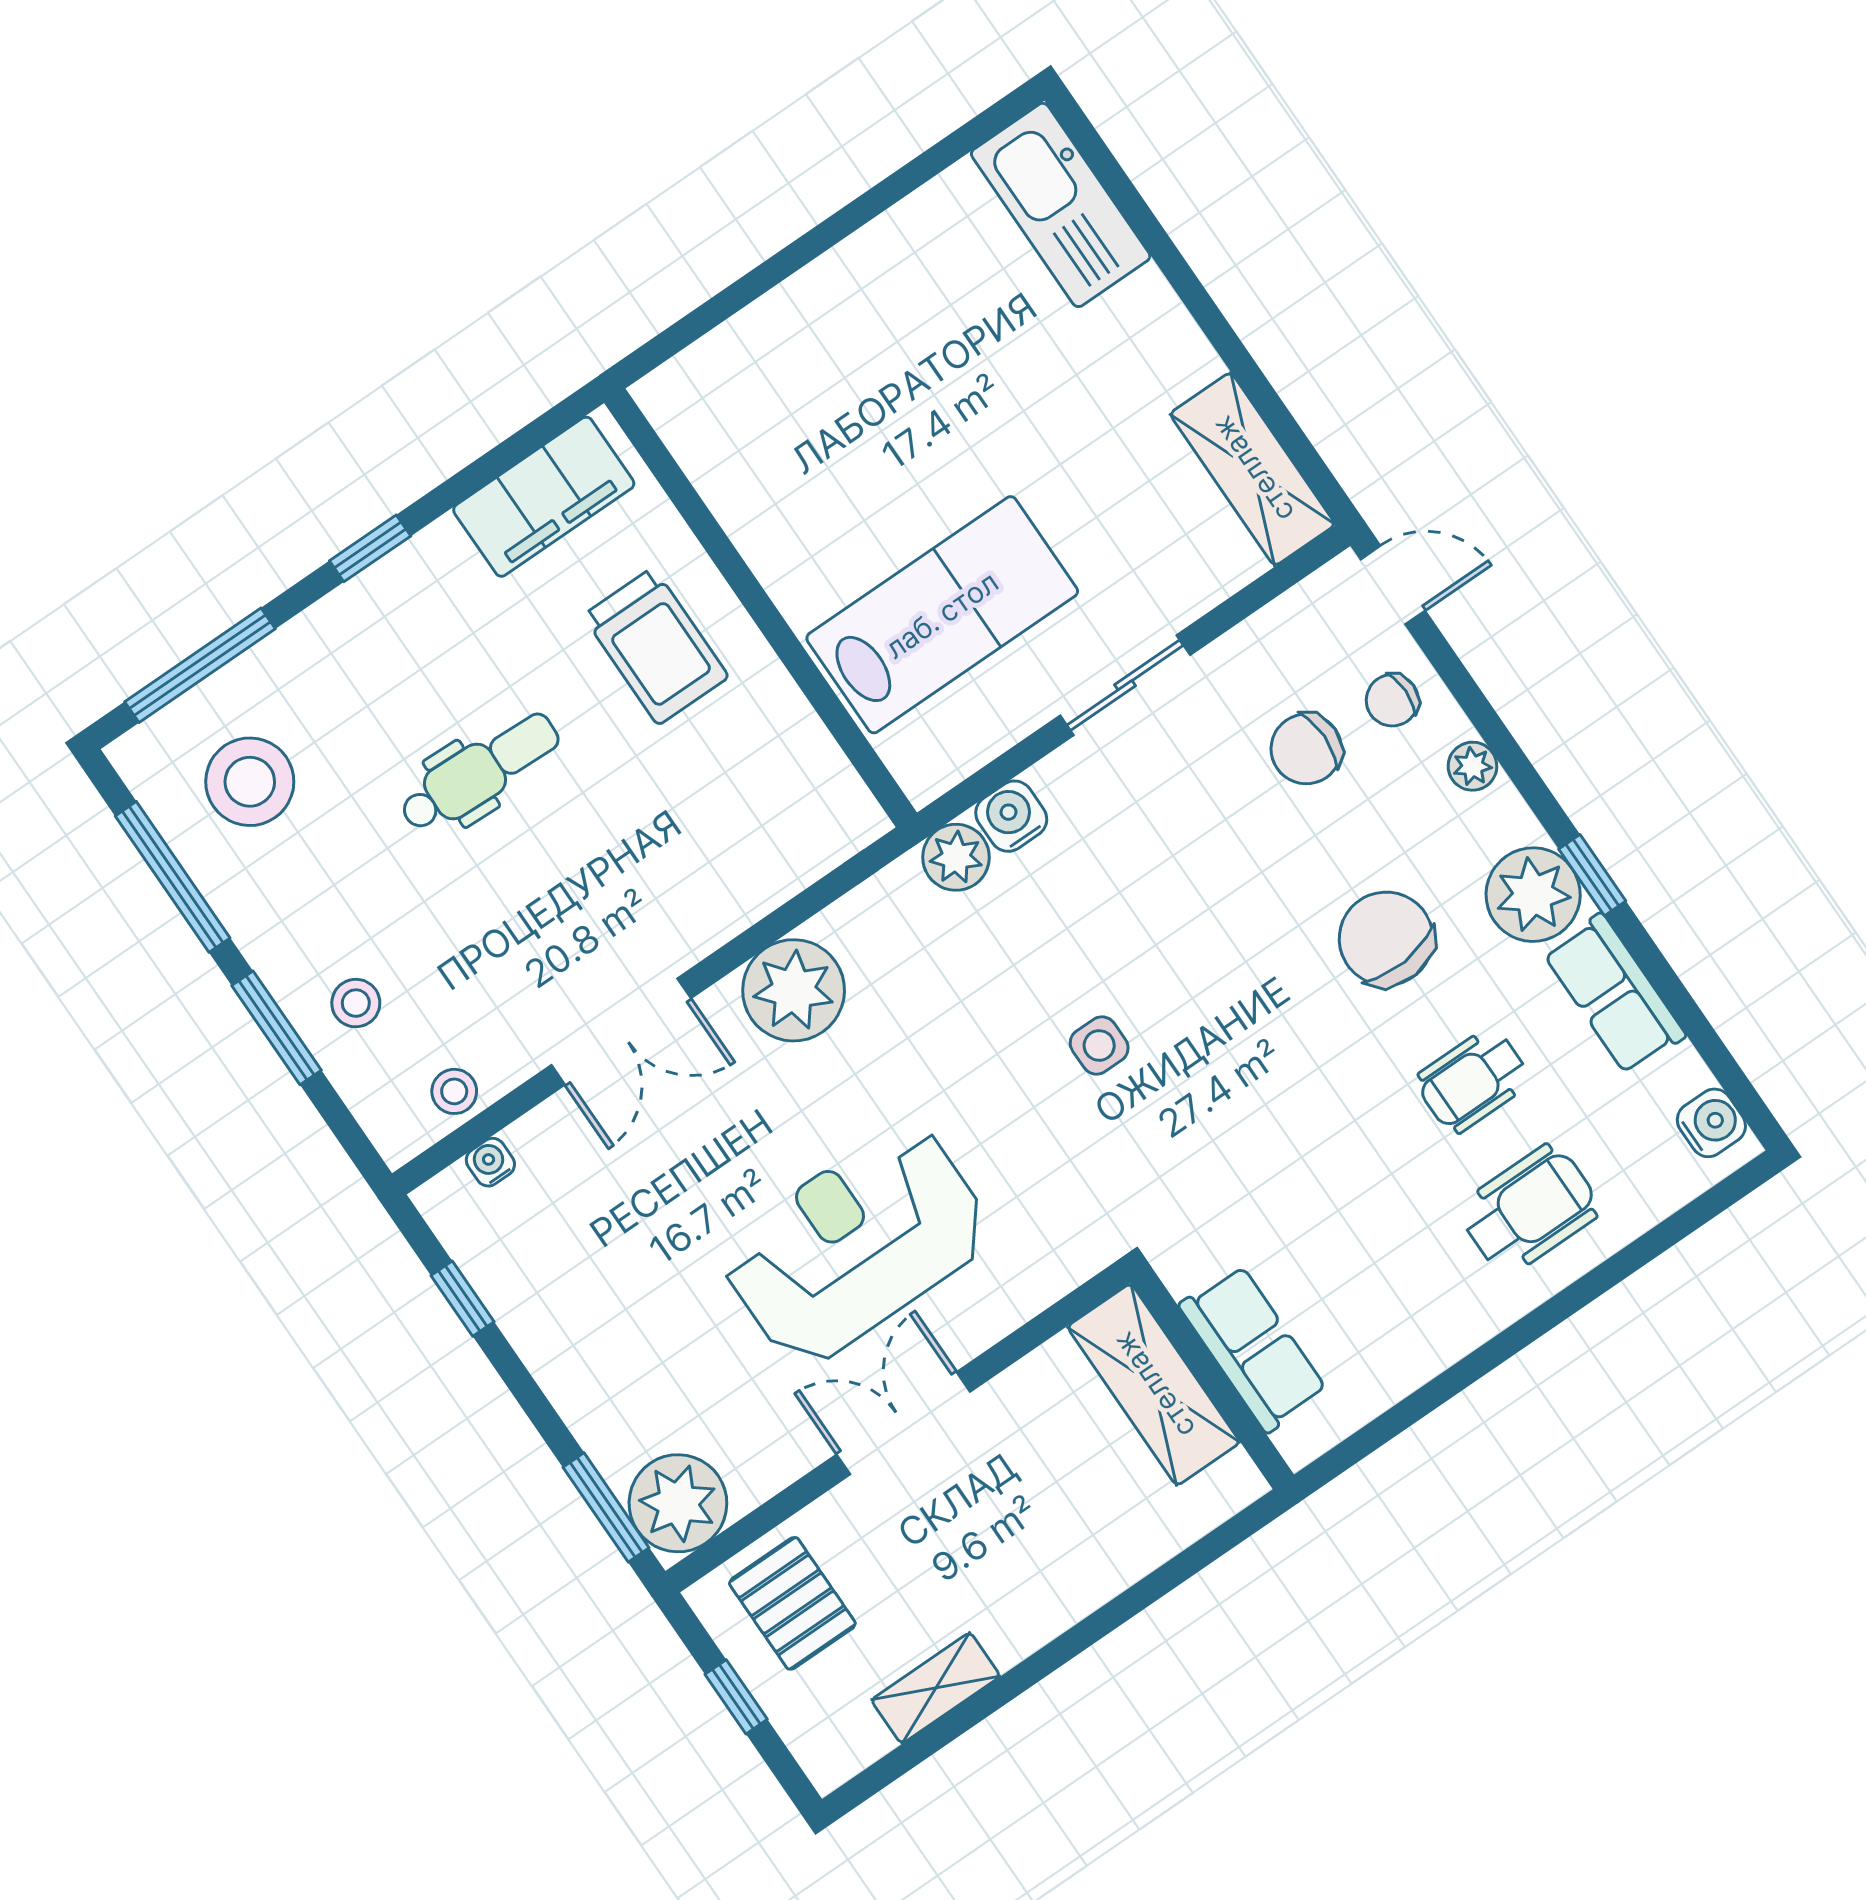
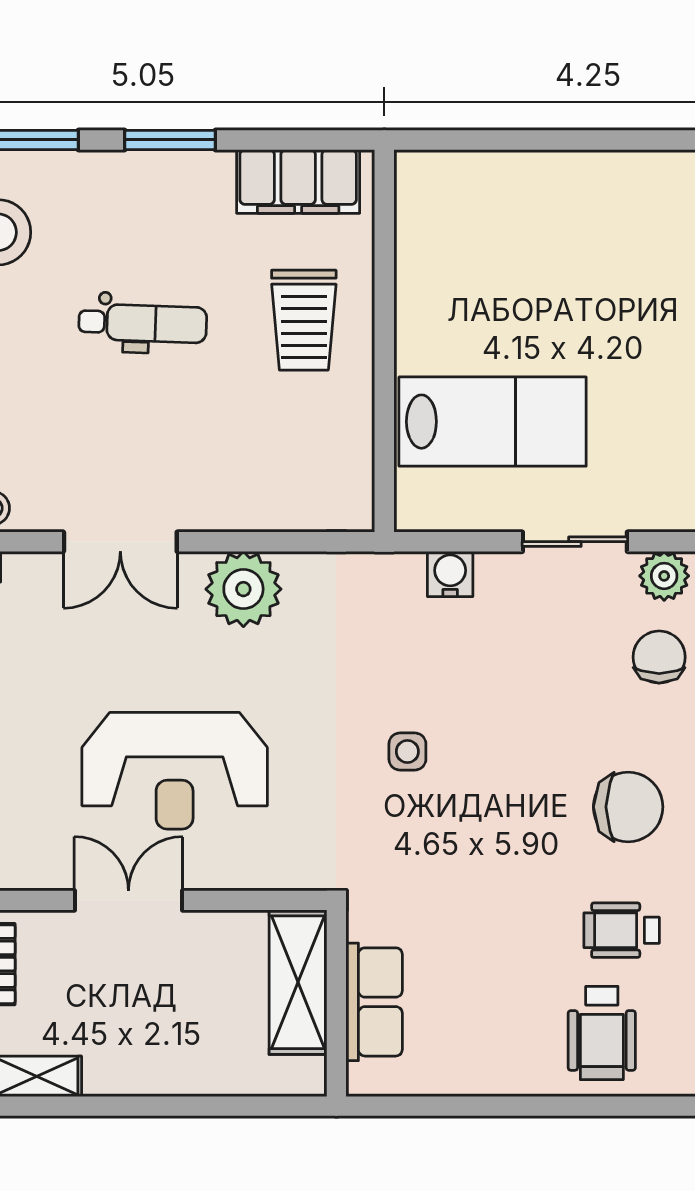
window: (370, 548) -> (170, 140), width x1.50
chair: (1306, 749) -> (659, 657), turned 90
plant: (956, 857) -> (664, 576), moved
chair: (1386, 939) -> (628, 807), turned 95
wheelchair: (1529, 1209) -> (602, 1033), turned 90
reception desk: (856, 1244) -> (175, 771), turned 180

